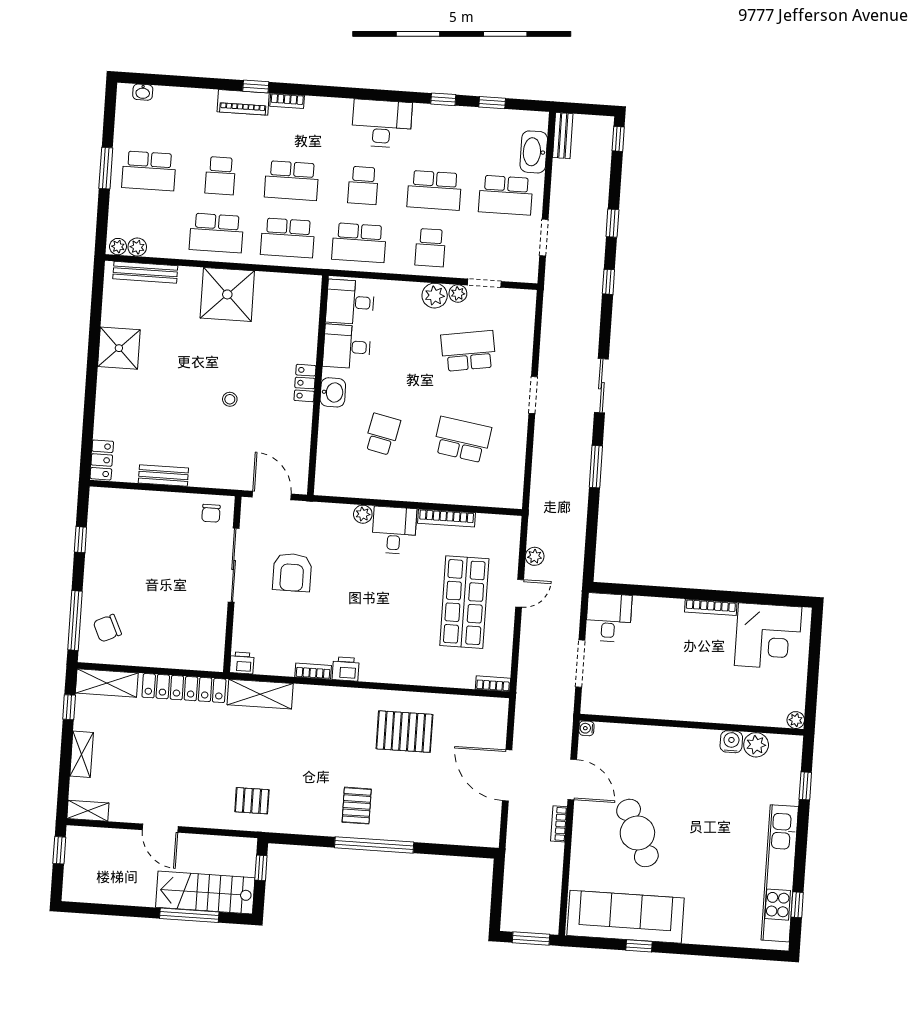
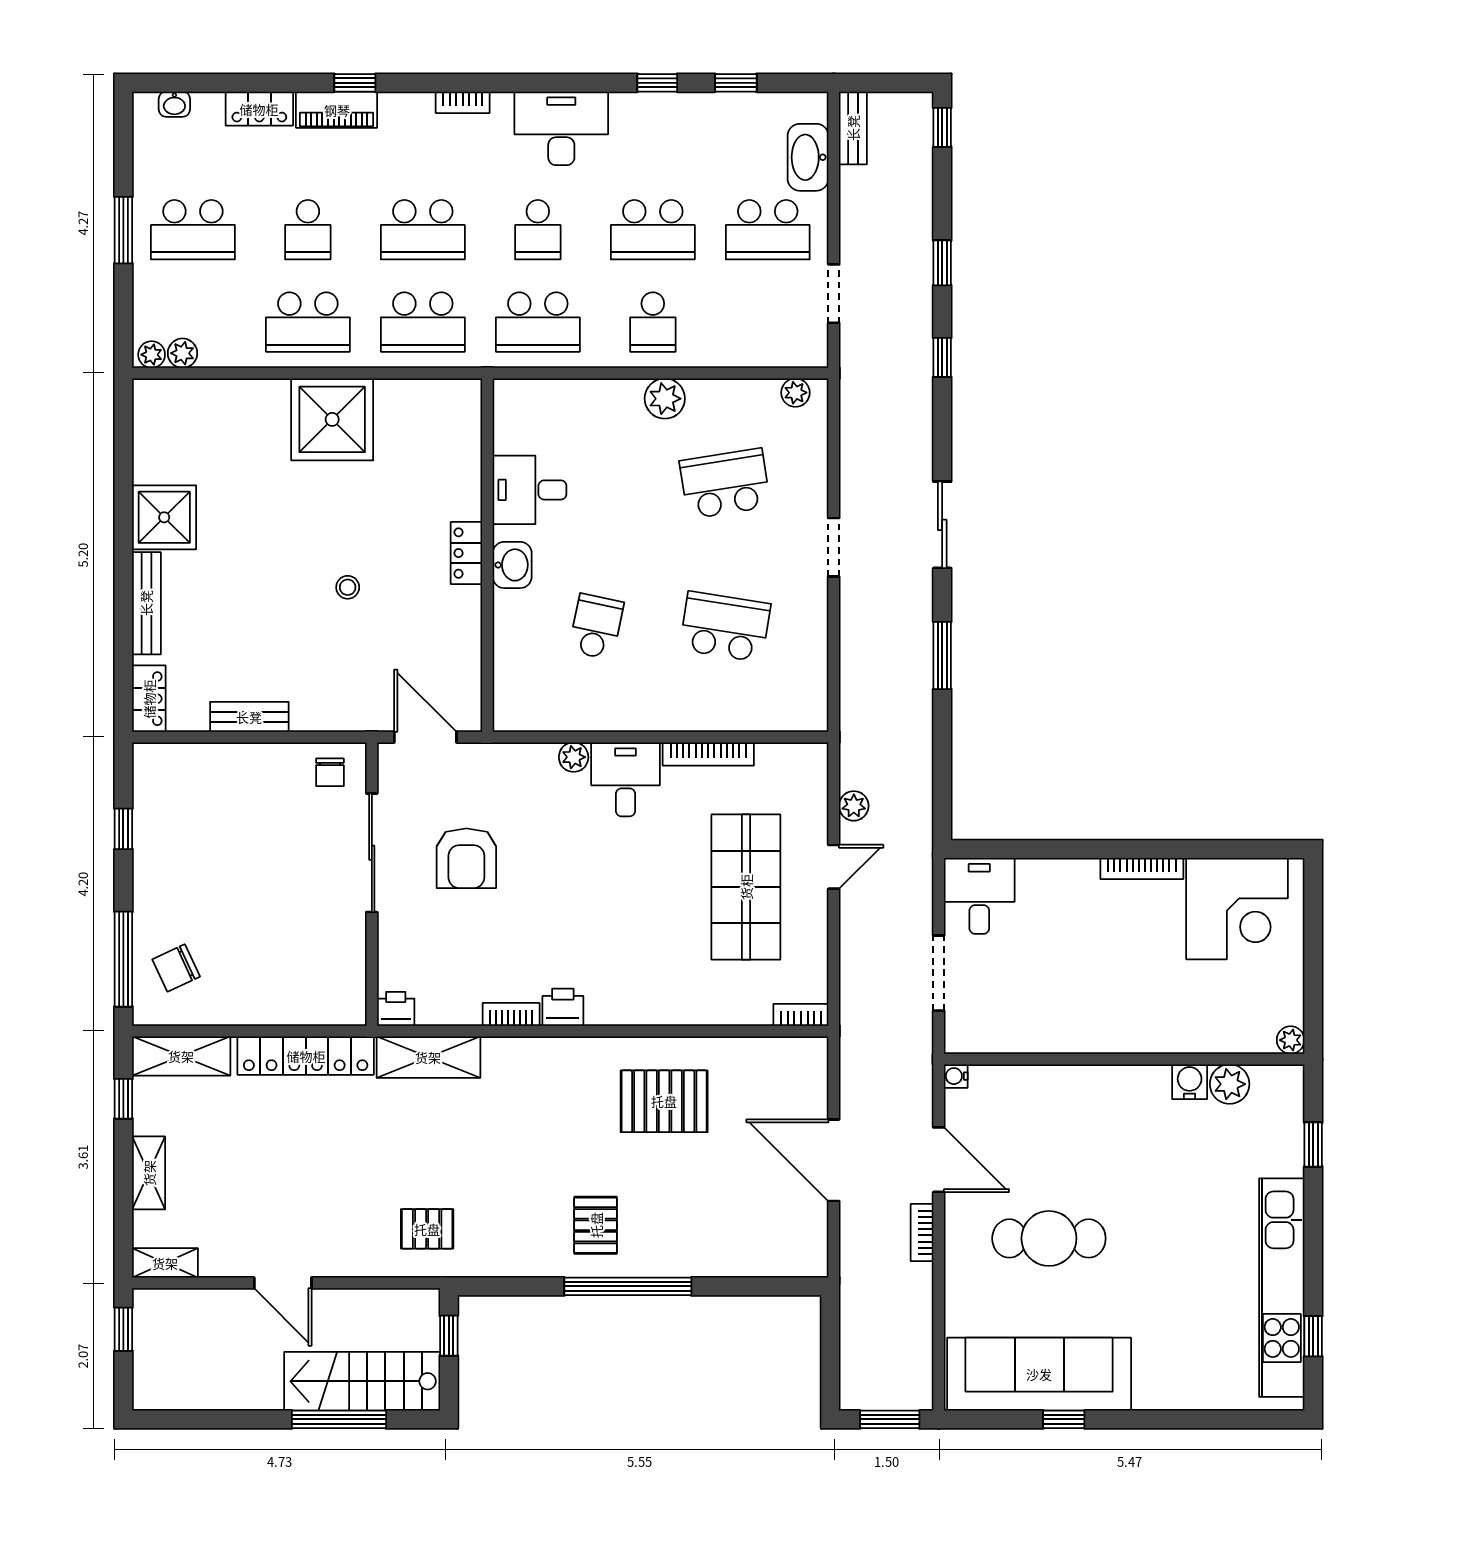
locker: (195, 98) -> (259, 109), added
bookcase: (287, 101) -> (463, 102), moved
bench: (145, 272) -> (146, 603), moved, turned 90
doorway: (484, 283) -> (743, 373), removed
plant: (458, 293) -> (795, 393), moved
desk: (350, 302) -> (530, 418), removed
cafe table: (637, 833) -> (1049, 1238), turned -65

